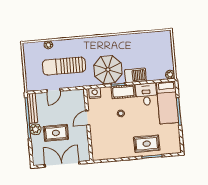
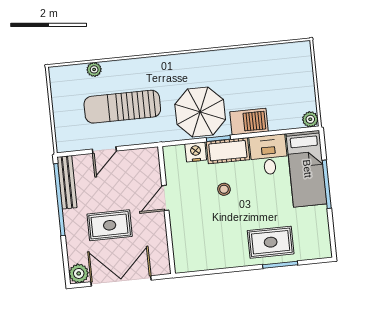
nightstand: (95, 93) -> (196, 152), moved
plant: (35, 129) -> (79, 273), moved

